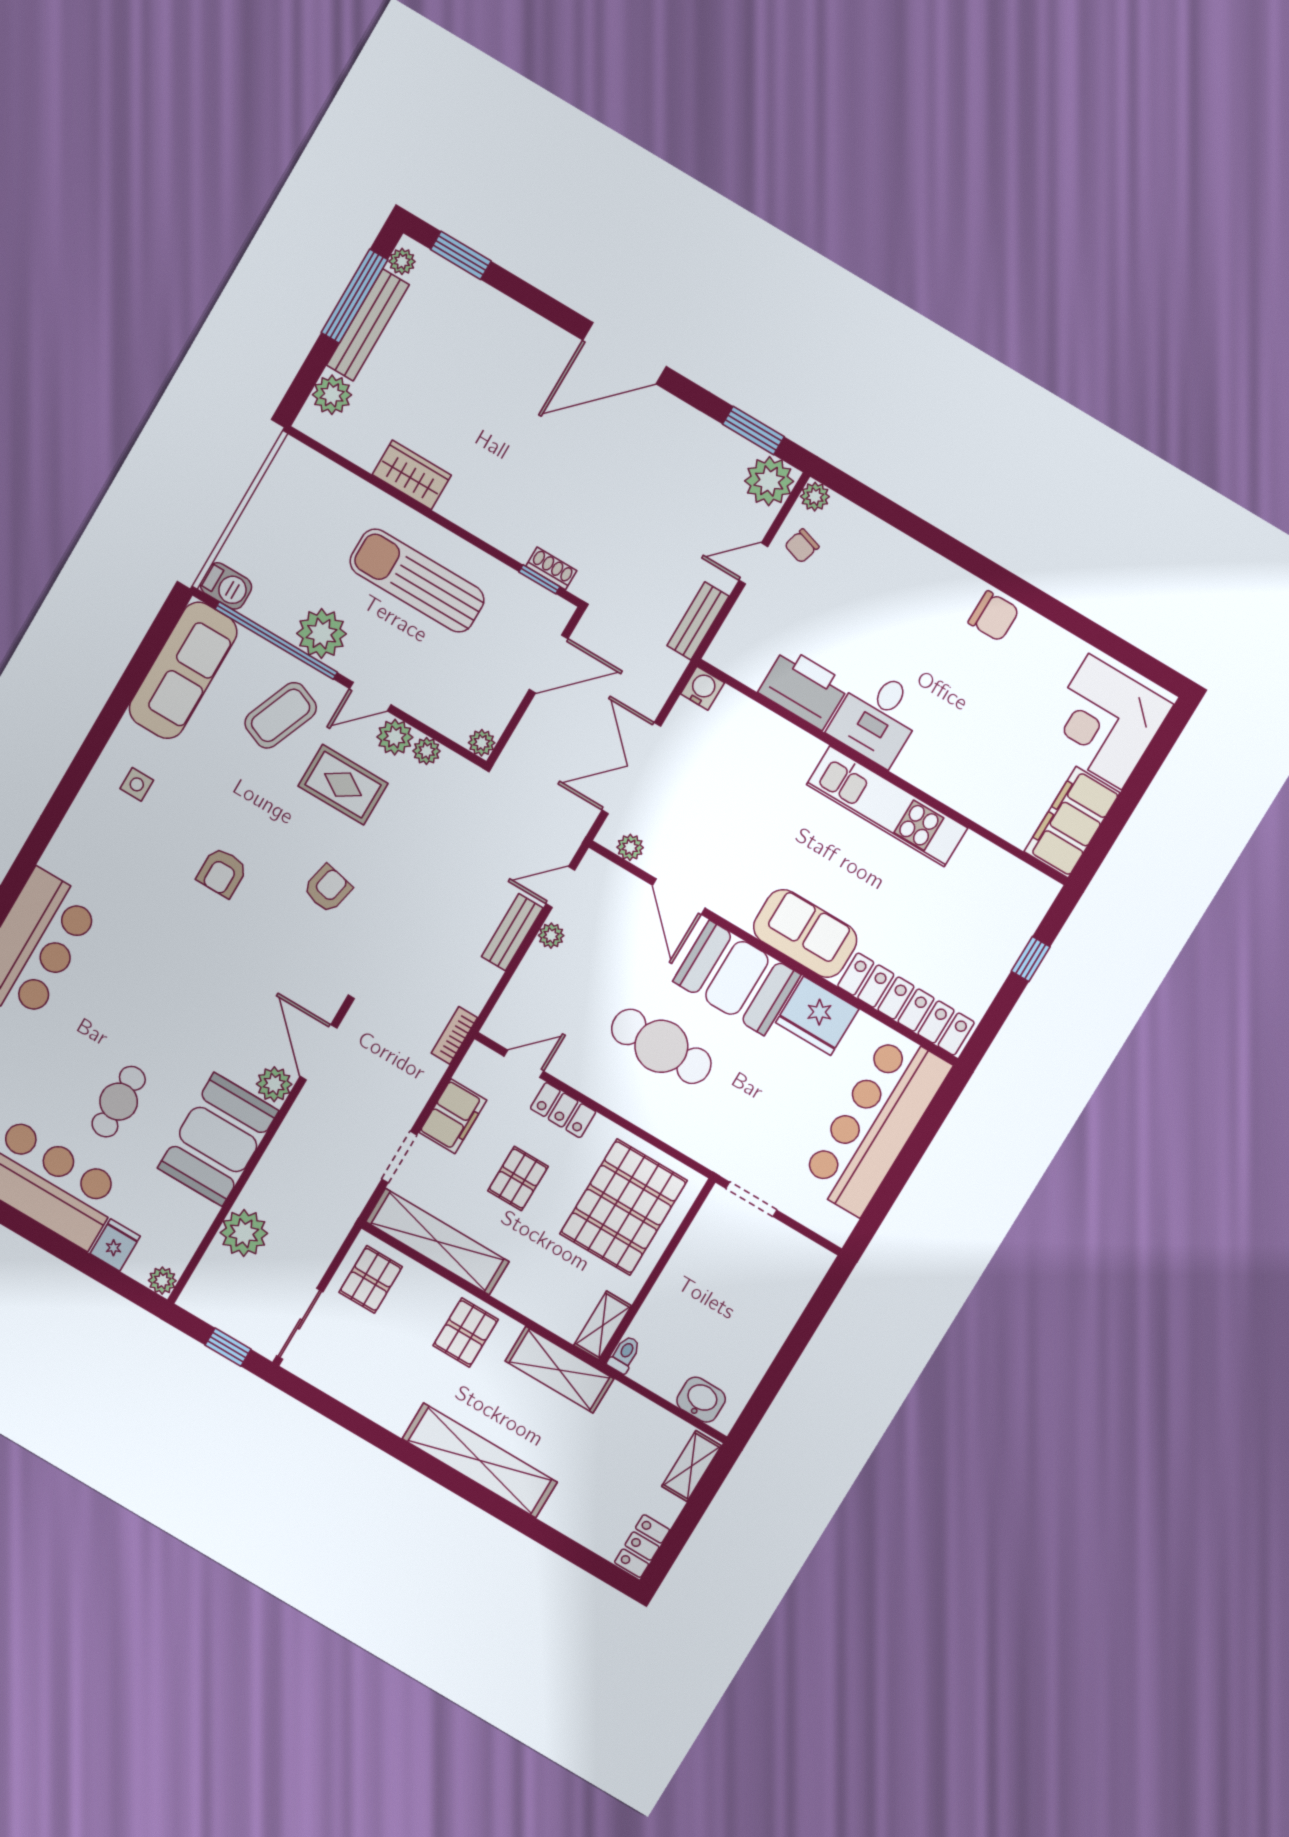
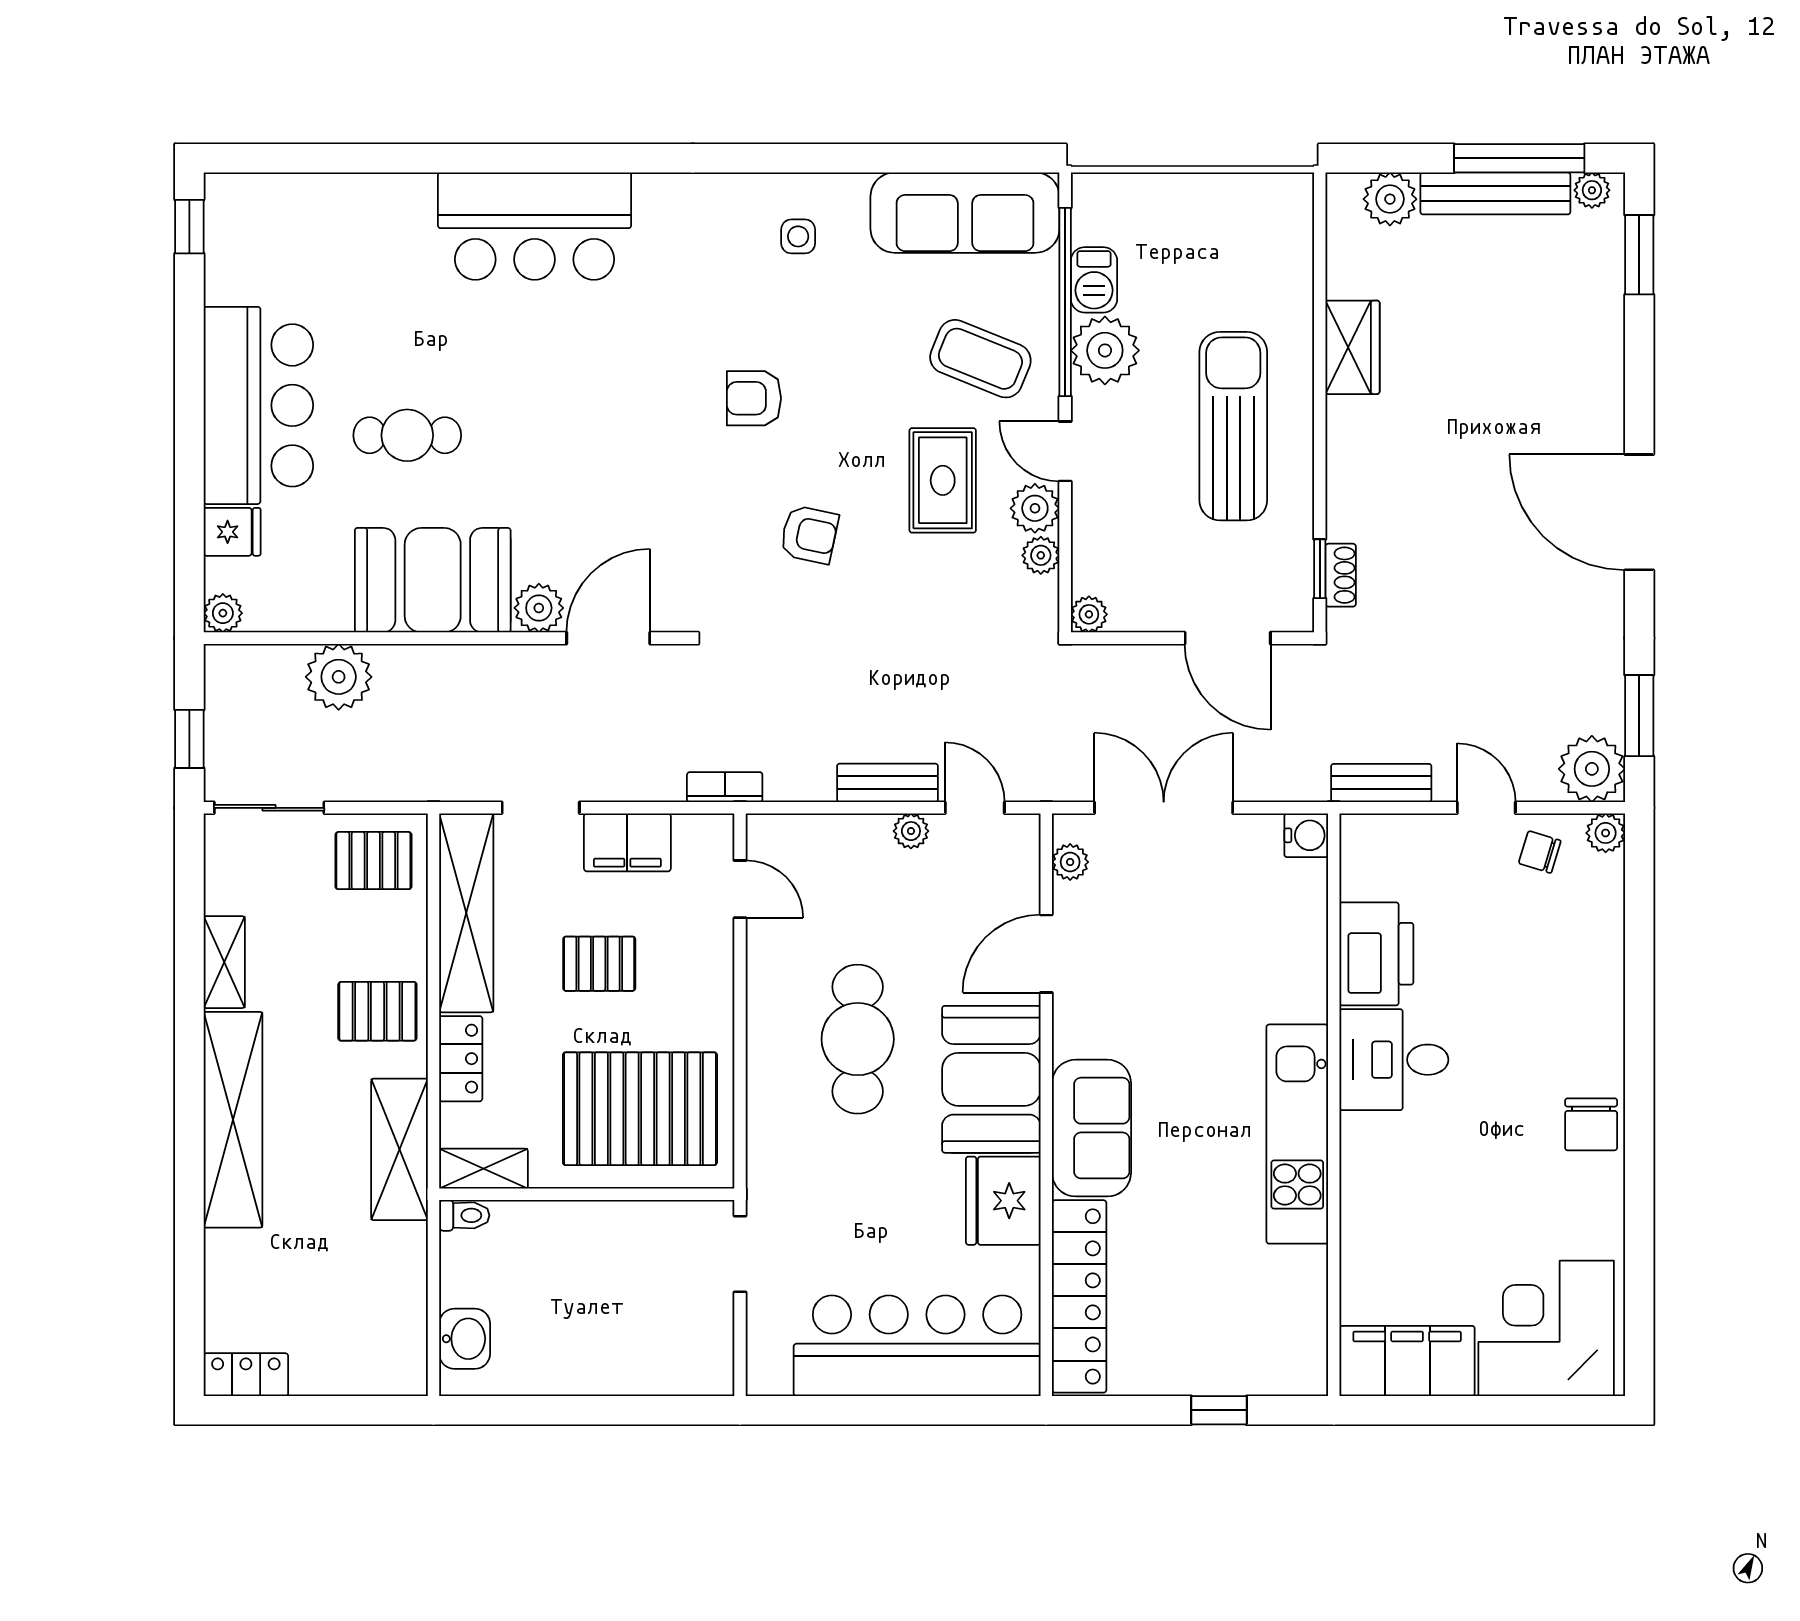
barbecue: (226, 586) -> (1094, 280), moved
locker: (563, 1110) -> (461, 1059), moved, turned 180
shelving: (691, 1466) -> (224, 962), moved, turned 90

